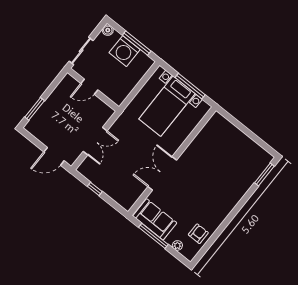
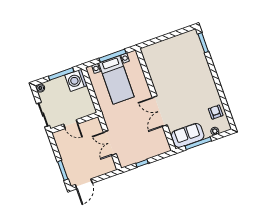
washing machine: (125, 51) -> (76, 80), moved, turned 90
door: (89, 87) -> (71, 124), hinge flipped
double door: (95, 141) -> (110, 143), swing flipped
door: (54, 156) -> (84, 184), moved

